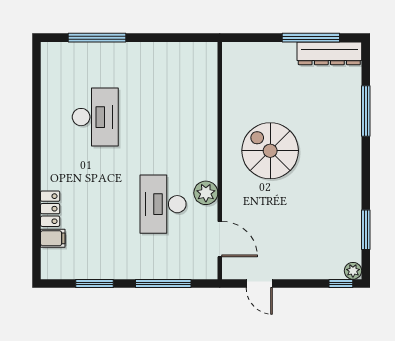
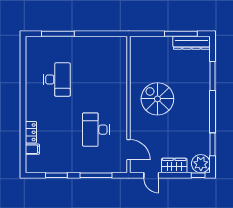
plant: (206, 193) -> (120, 123), removed
wardrobe: (299, 267) -> (174, 166), added
plant: (353, 271) -> (201, 164), width x1.87, depth x1.87

